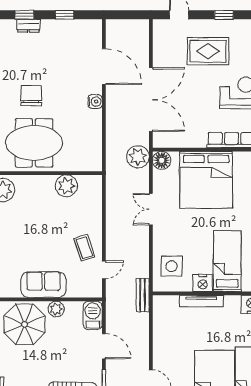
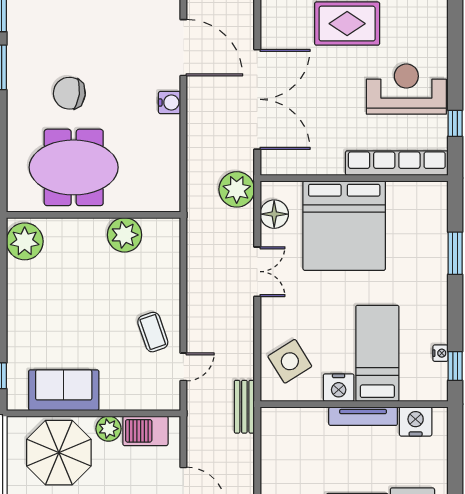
chair: (31, 96) -> (69, 93), turned -83
floor lamp: (162, 160) -> (274, 214), moved
double door: (151, 209) -> (257, 272), swing flipped
side table: (172, 266) -> (290, 361), turned -32
sofa: (44, 285) -> (64, 390), moved
tv unit: (201, 301) -> (363, 416), moved
barbecue: (93, 315) -> (145, 431), moved, turned -90

